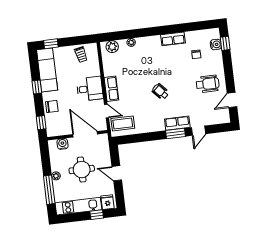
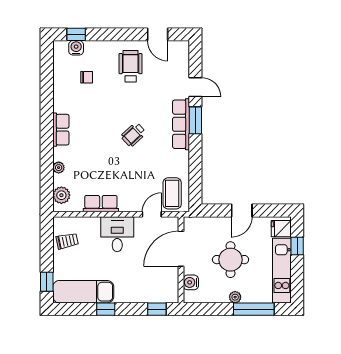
row of seats: (173, 39) -> (61, 130), moved
row of seats: (111, 89) -> (101, 204), moved
chair: (52, 106) -> (136, 291), removed
row of seats: (177, 123) -> (181, 124), width x1.48

